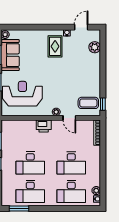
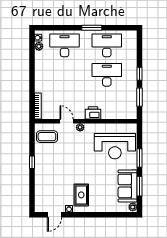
plant: (95, 47) -> (40, 194), removed
window: (103, 104) -> (32, 162), moved
desk: (71, 163) -> (65, 75), removed
window: (19, 209) -> (92, 28), moved

